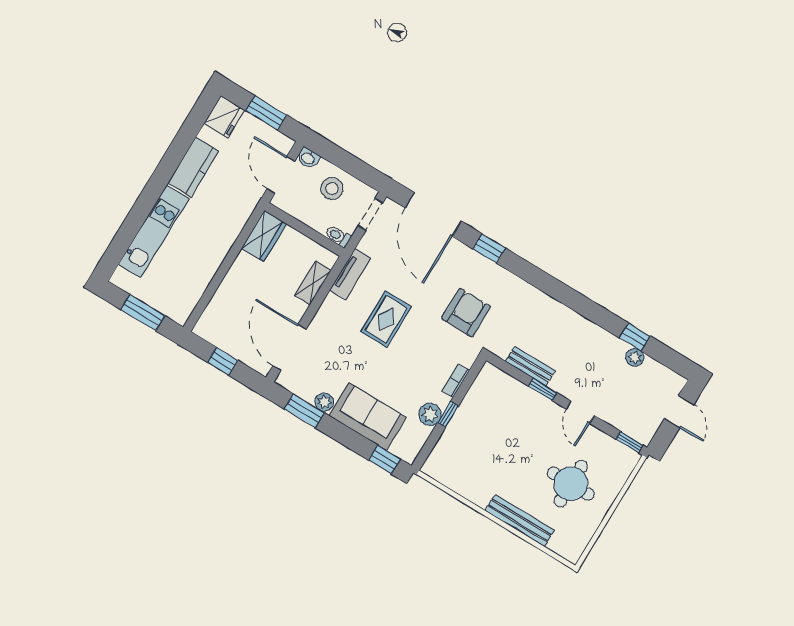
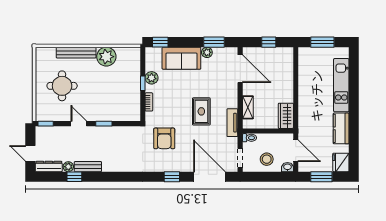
bench: (530, 366) -> (88, 167), moved
dresser: (664, 375) -> (49, 166), added
plant: (478, 487) -> (106, 57), added

